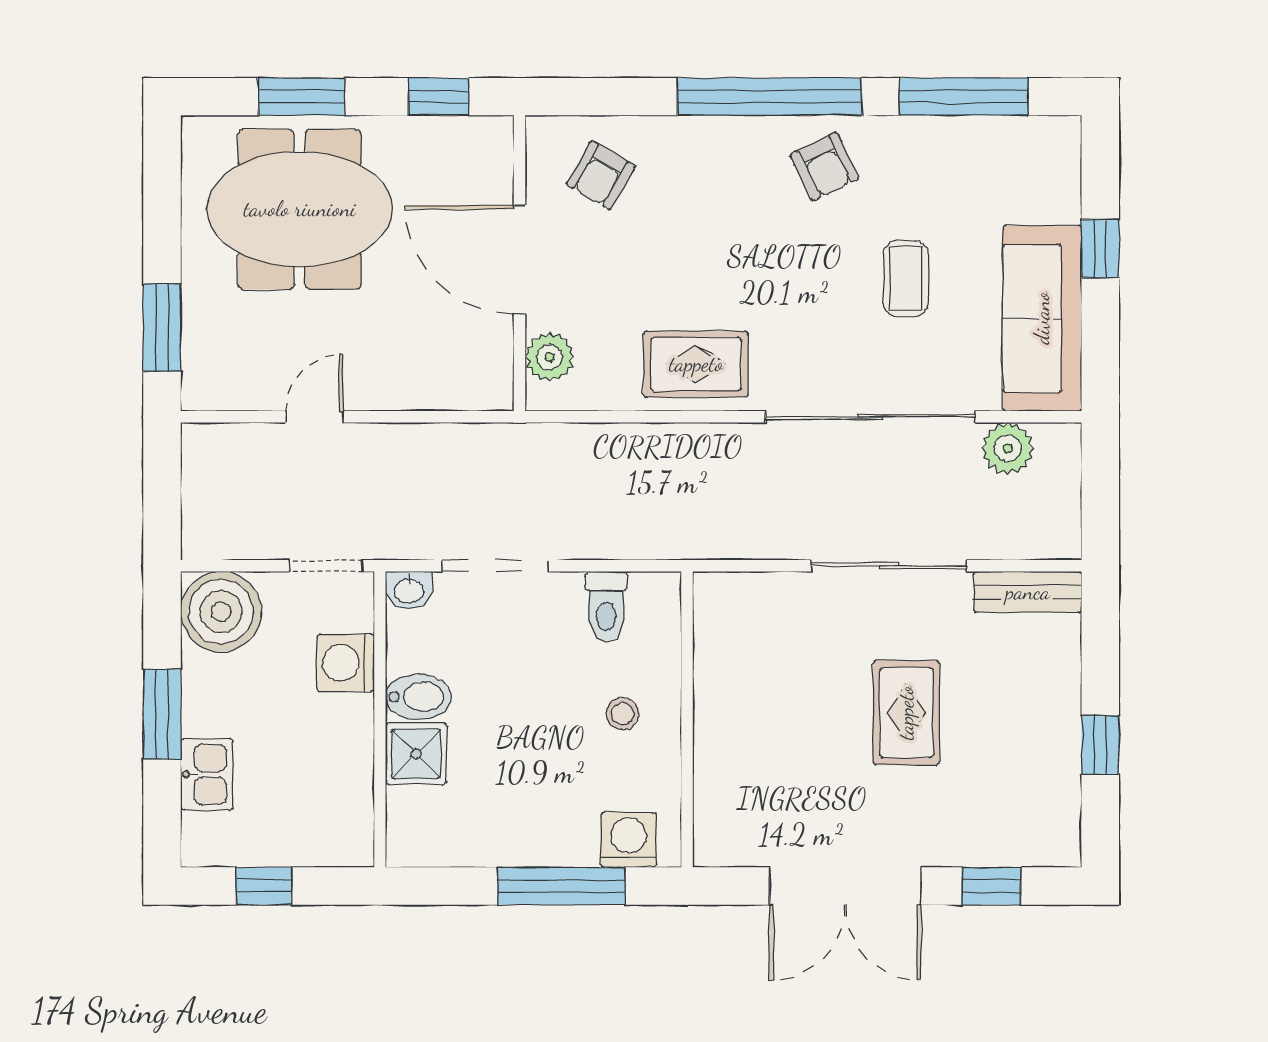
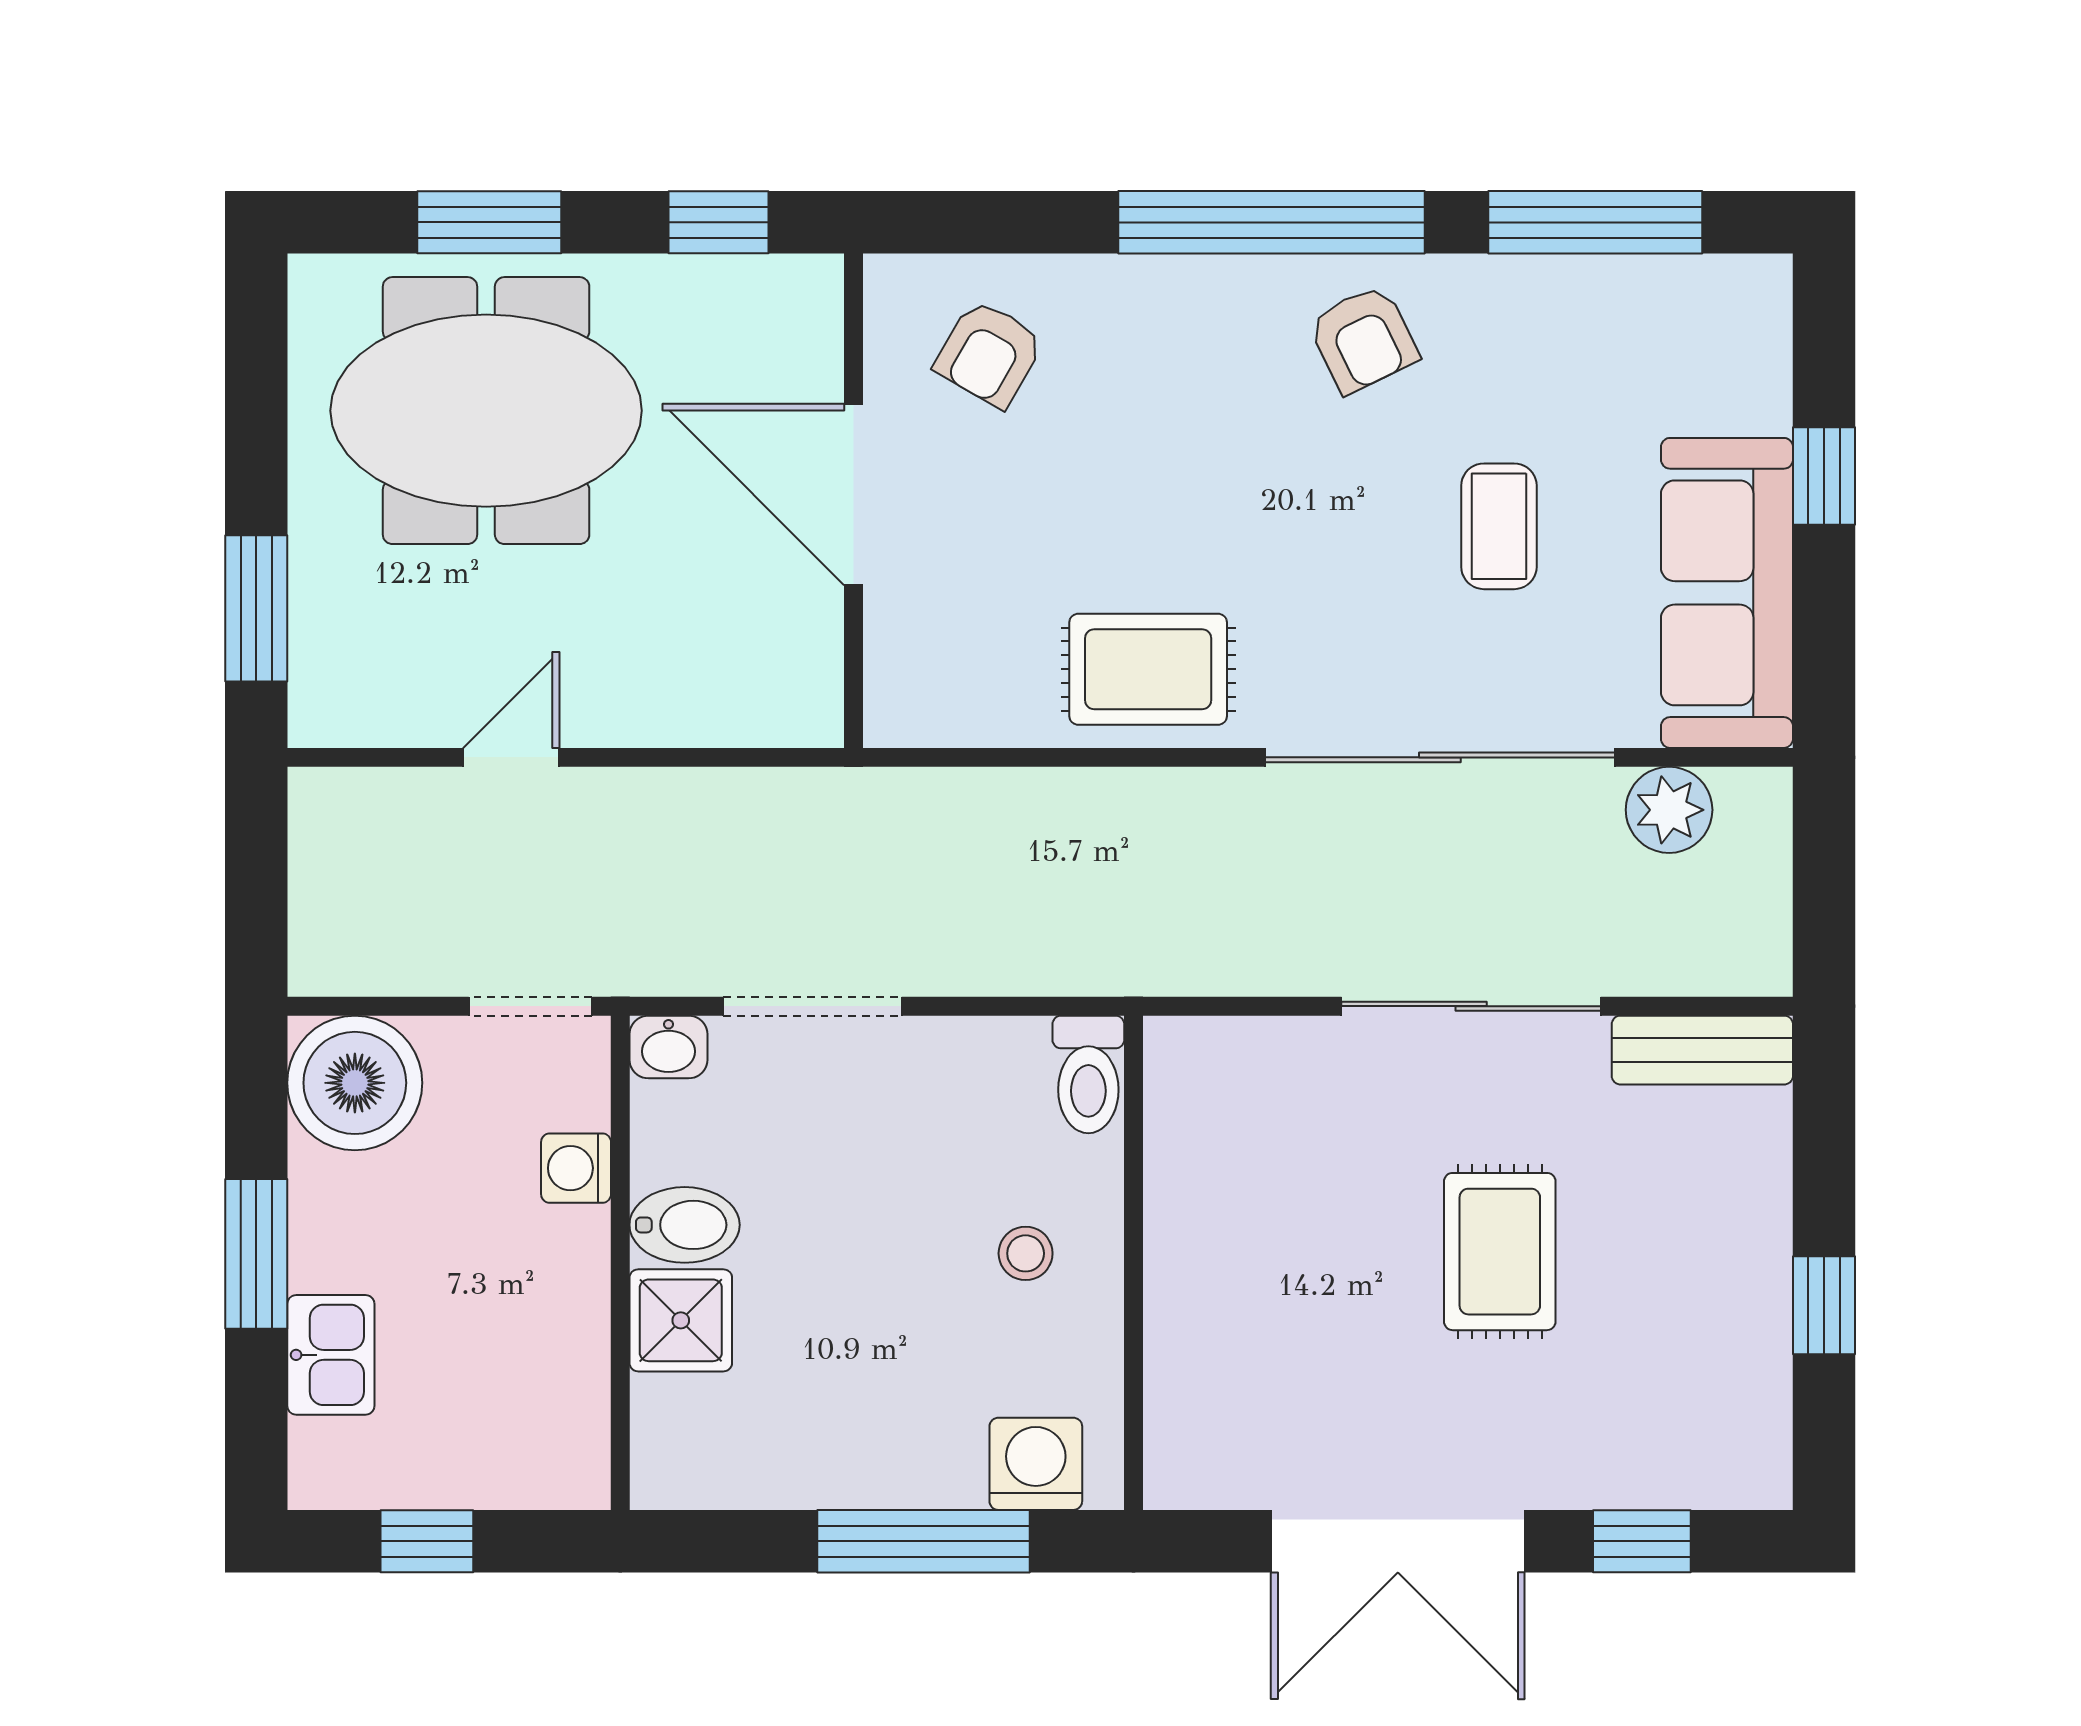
plant: (550, 357) -> (904, 657), removed
toilet: (606, 607) -> (1088, 1074), moved
washing machine: (346, 663) -> (576, 1168), width x0.73, depth x0.73

